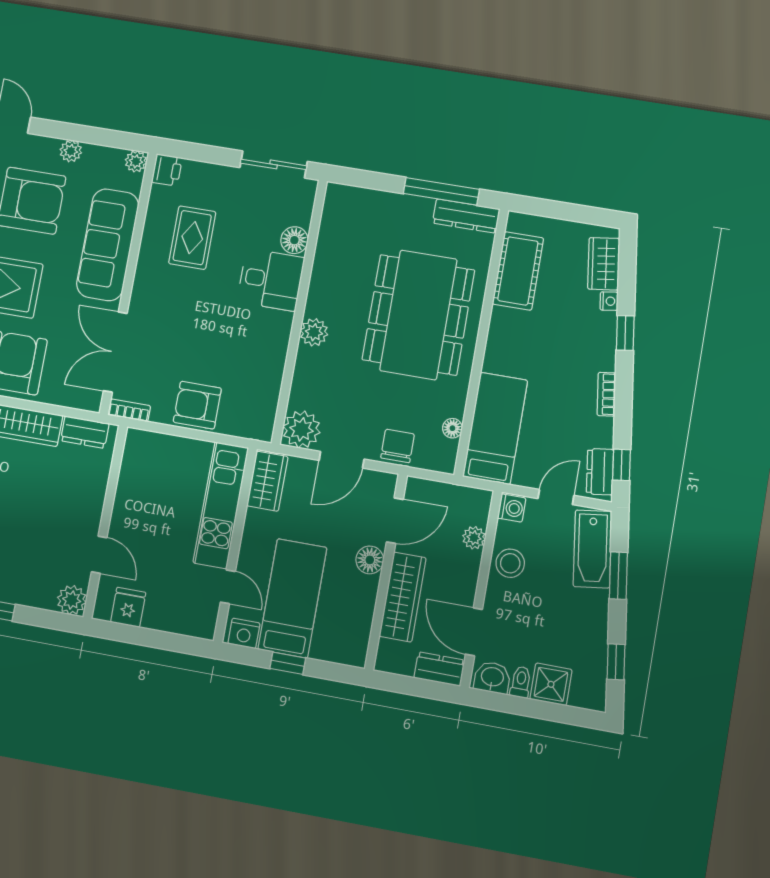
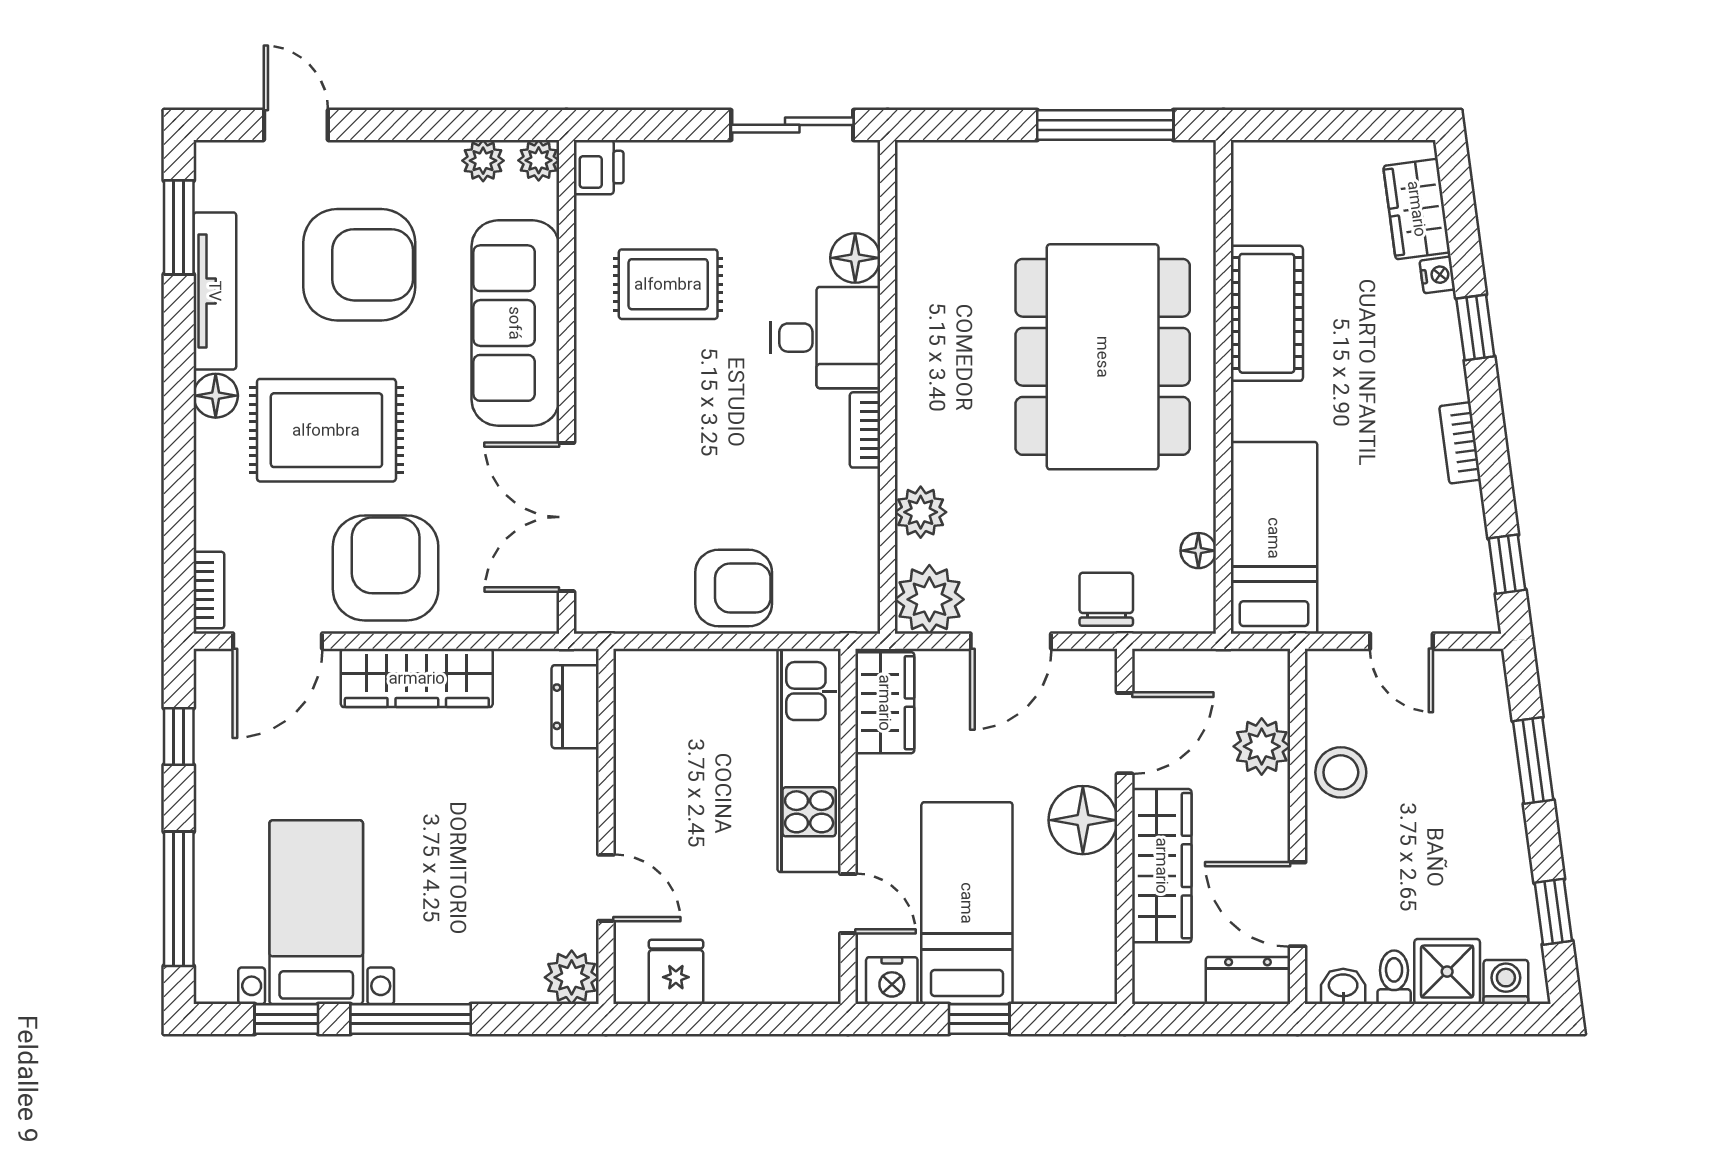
plant: (71, 151) -> (483, 161), moved
dresser: (466, 216) -> (1157, 163), removed
rug: (192, 238) -> (668, 284), turned 90
cot: (518, 271) -> (1267, 313), moved
plant: (314, 332) -> (921, 512), moved
armchair: (197, 405) -> (734, 588), turned 180
bookcase: (129, 410) -> (865, 430), moved, turned -90
dresser: (85, 432) -> (575, 707), moved, turned 90
dresser: (600, 472) -> (1471, 583), removed
door: (556, 497) -> (1401, 641), swing flipped
washing machine: (512, 508) -> (1506, 982), moved, turned -90
plant: (474, 538) -> (1262, 746), width x1.38, depth x1.38
bathtub: (593, 549) -> (1480, 722), removed
floor lamp: (370, 560) -> (1083, 820), width x1.38, depth x1.38
washbasin: (492, 678) -> (1343, 986), width x0.72, depth x0.69

